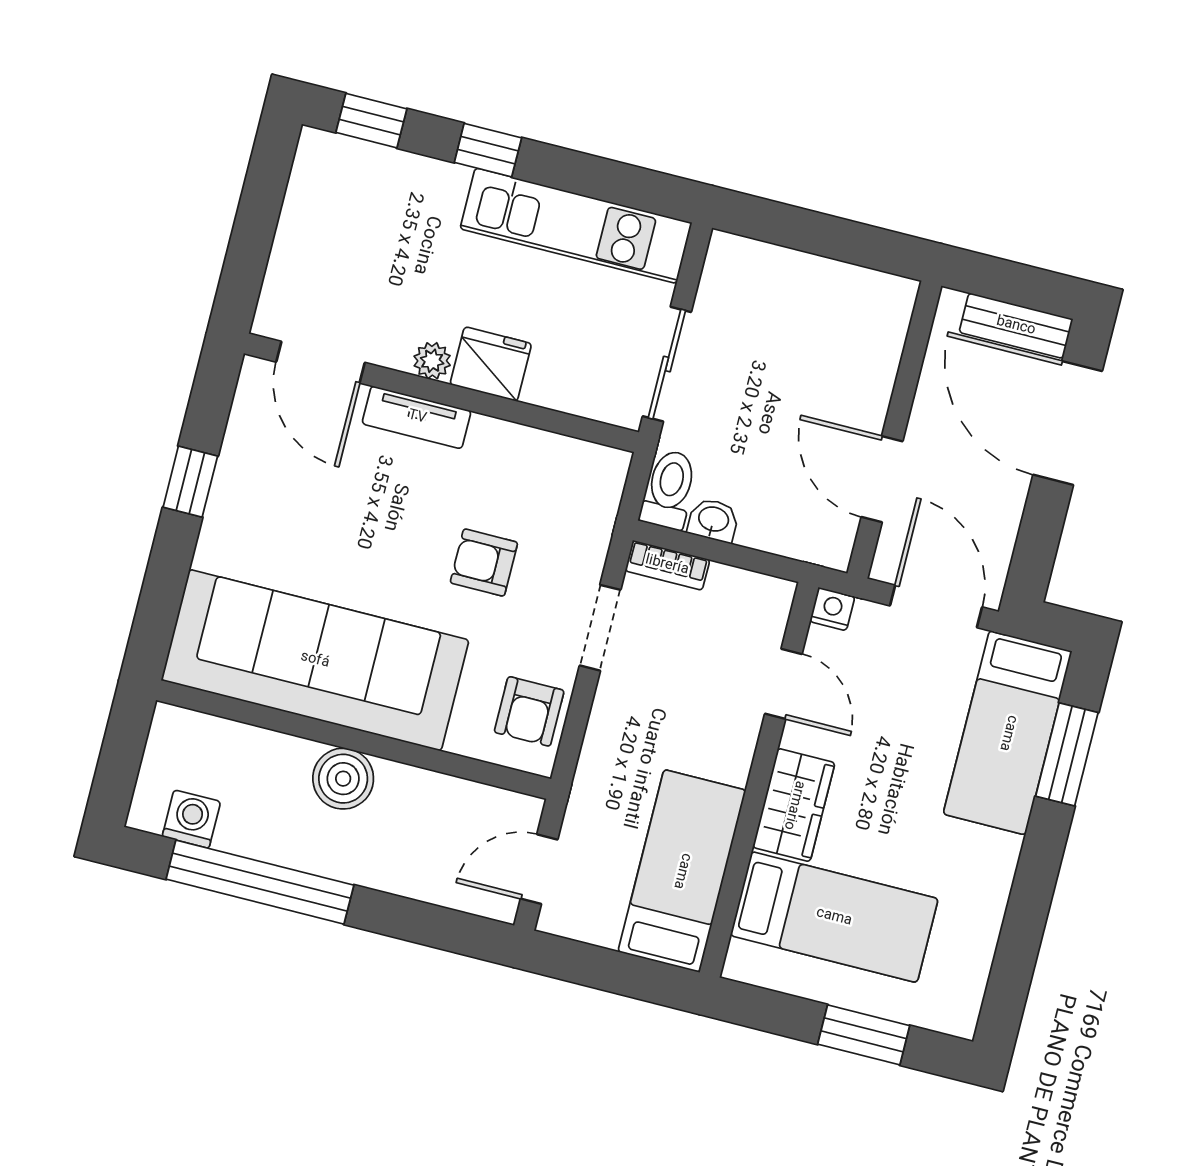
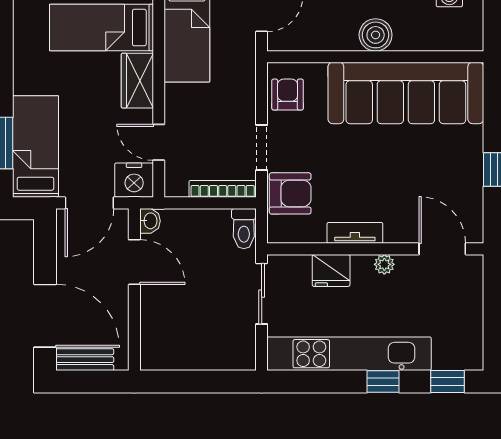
kitchen unit: (576, 226) -> (349, 354), width x1.36
fridge: (491, 364) -> (331, 270), moved
tv unit: (417, 417) -> (355, 233), moved
washbasin: (713, 520) -> (150, 221), moved, turned -90
armchair: (484, 563) -> (290, 193), moved, width x1.38, depth x1.38
bookcase: (667, 565) -> (223, 189), width x1.56
door: (936, 606) -> (89, 203), hinge flipped
nightstand: (832, 609) -> (134, 180), width x1.89, depth x1.79

